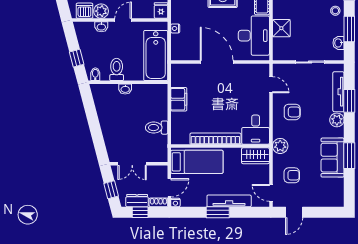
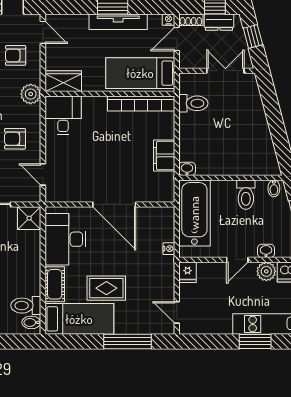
shower: (281, 28) -> (29, 218), moved
washbasin: (125, 89) -> (187, 169), moved
toilet: (157, 128) -> (193, 103), moved
bookcase: (215, 139) -> (141, 104), moved
tv unit: (229, 201) -> (118, 22), moved

